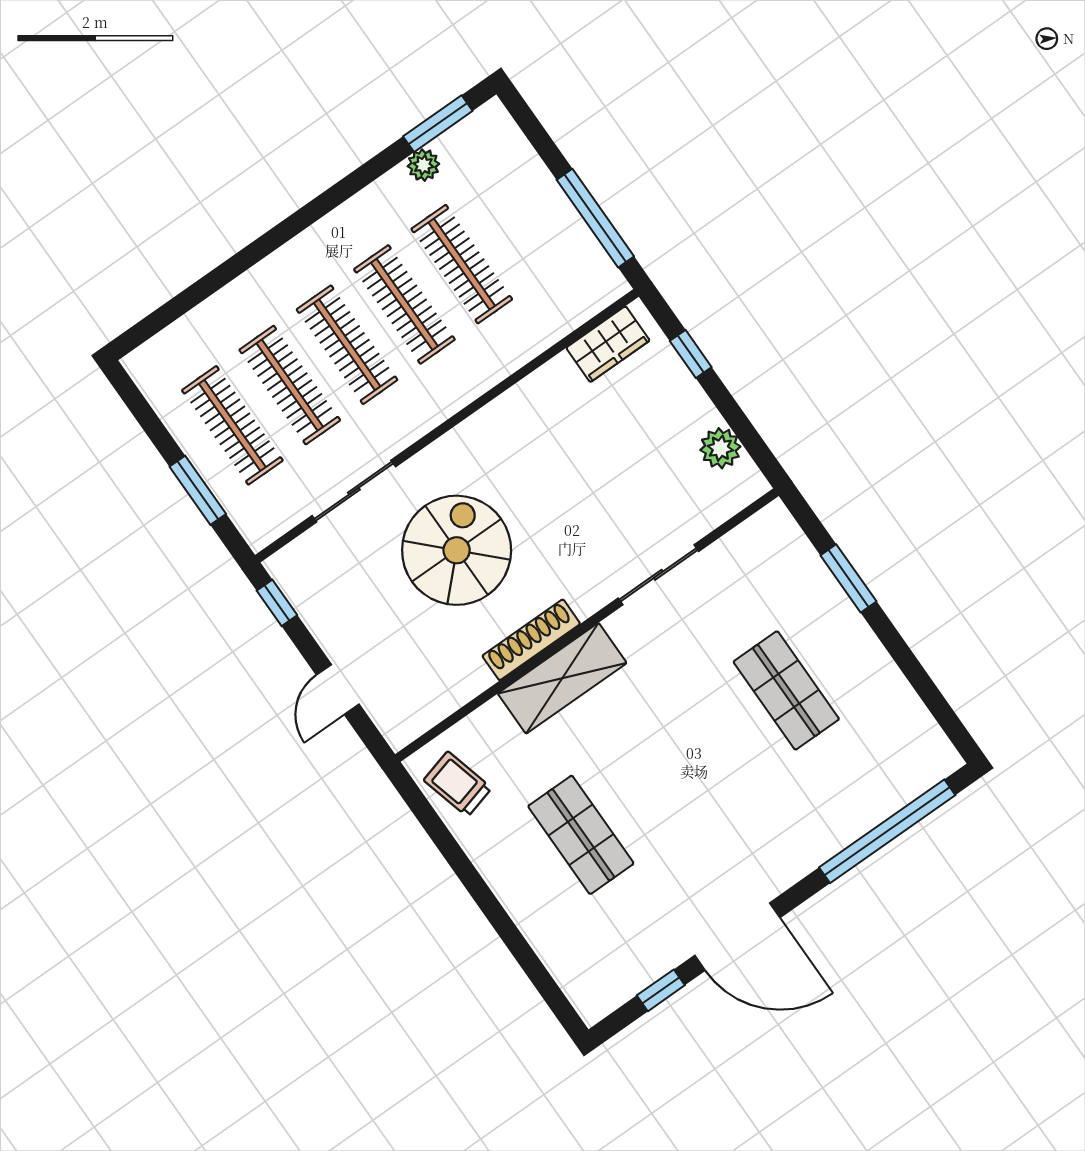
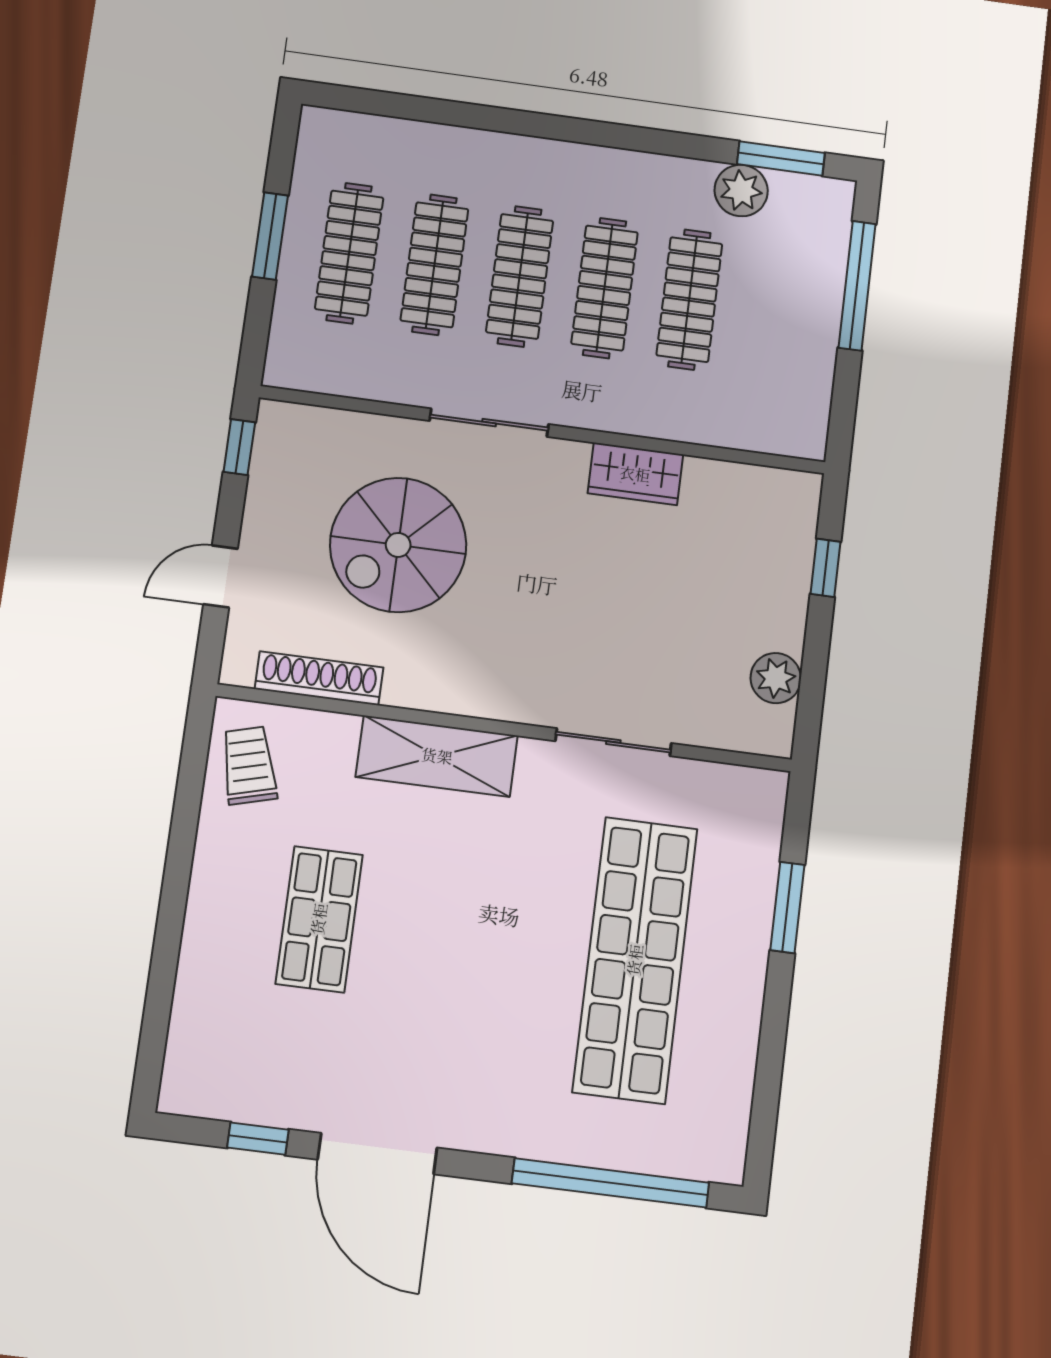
plant: (423, 165) -> (741, 191), width x1.38, depth x1.38
window: (595, 218) -> (857, 286), moved
wardrobe: (608, 344) -> (635, 474), moved
window: (198, 490) -> (270, 236), moved
sliding door: (354, 491) -> (489, 423), moved
spiral stairs: (457, 550) -> (398, 545), moved, turned 180
shoe rack: (531, 640) -> (319, 678), moved
shop shelf: (786, 690) -> (635, 960), width x2.00, depth x1.36

